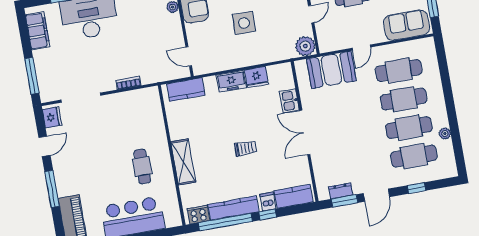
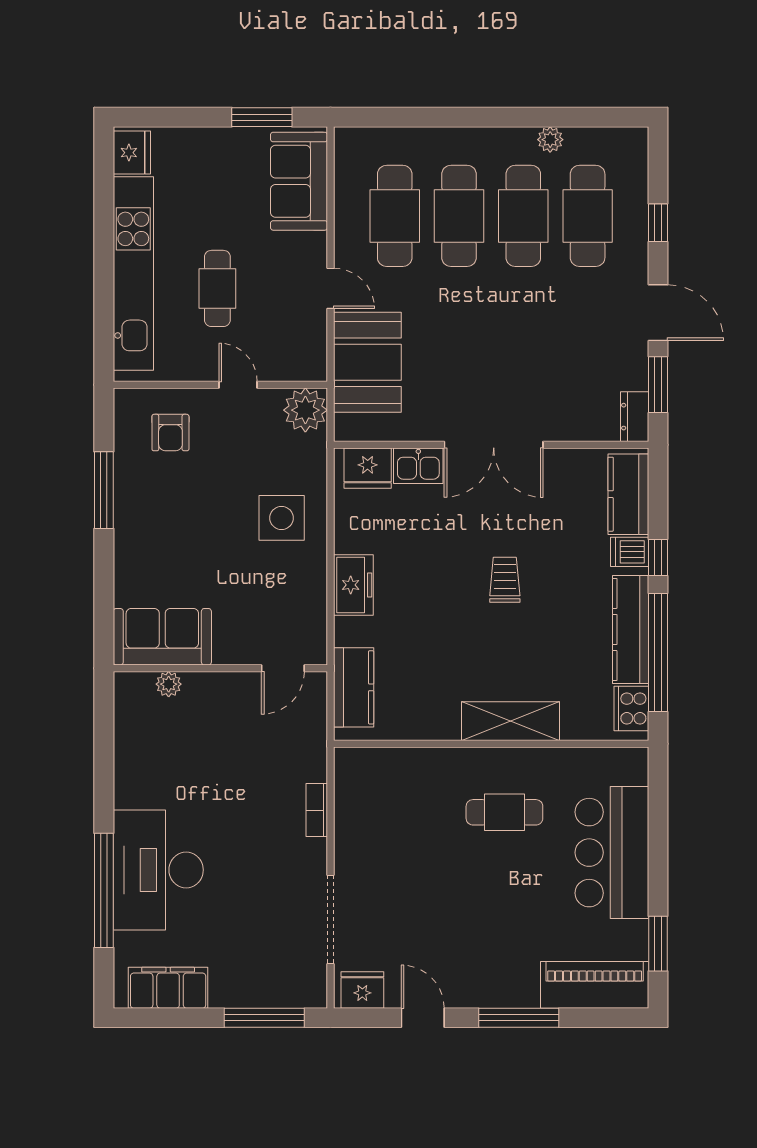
side table: (244, 23) -> (282, 518), moved
fridge: (256, 77) -> (368, 468), moved, turned 90
dresser: (341, 191) -> (635, 417), moved

